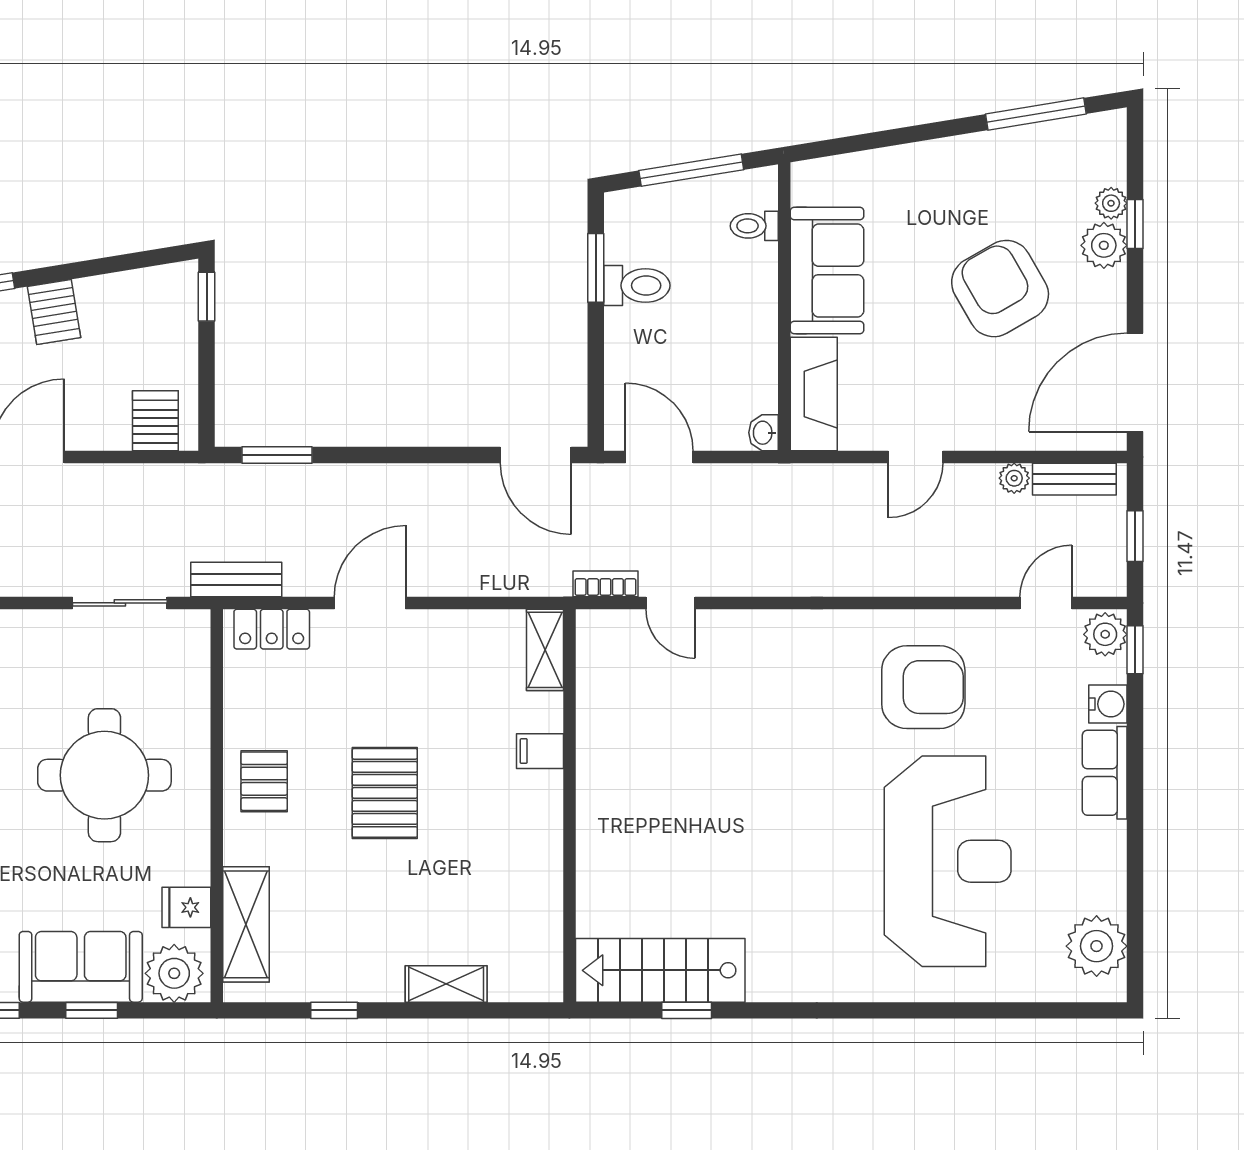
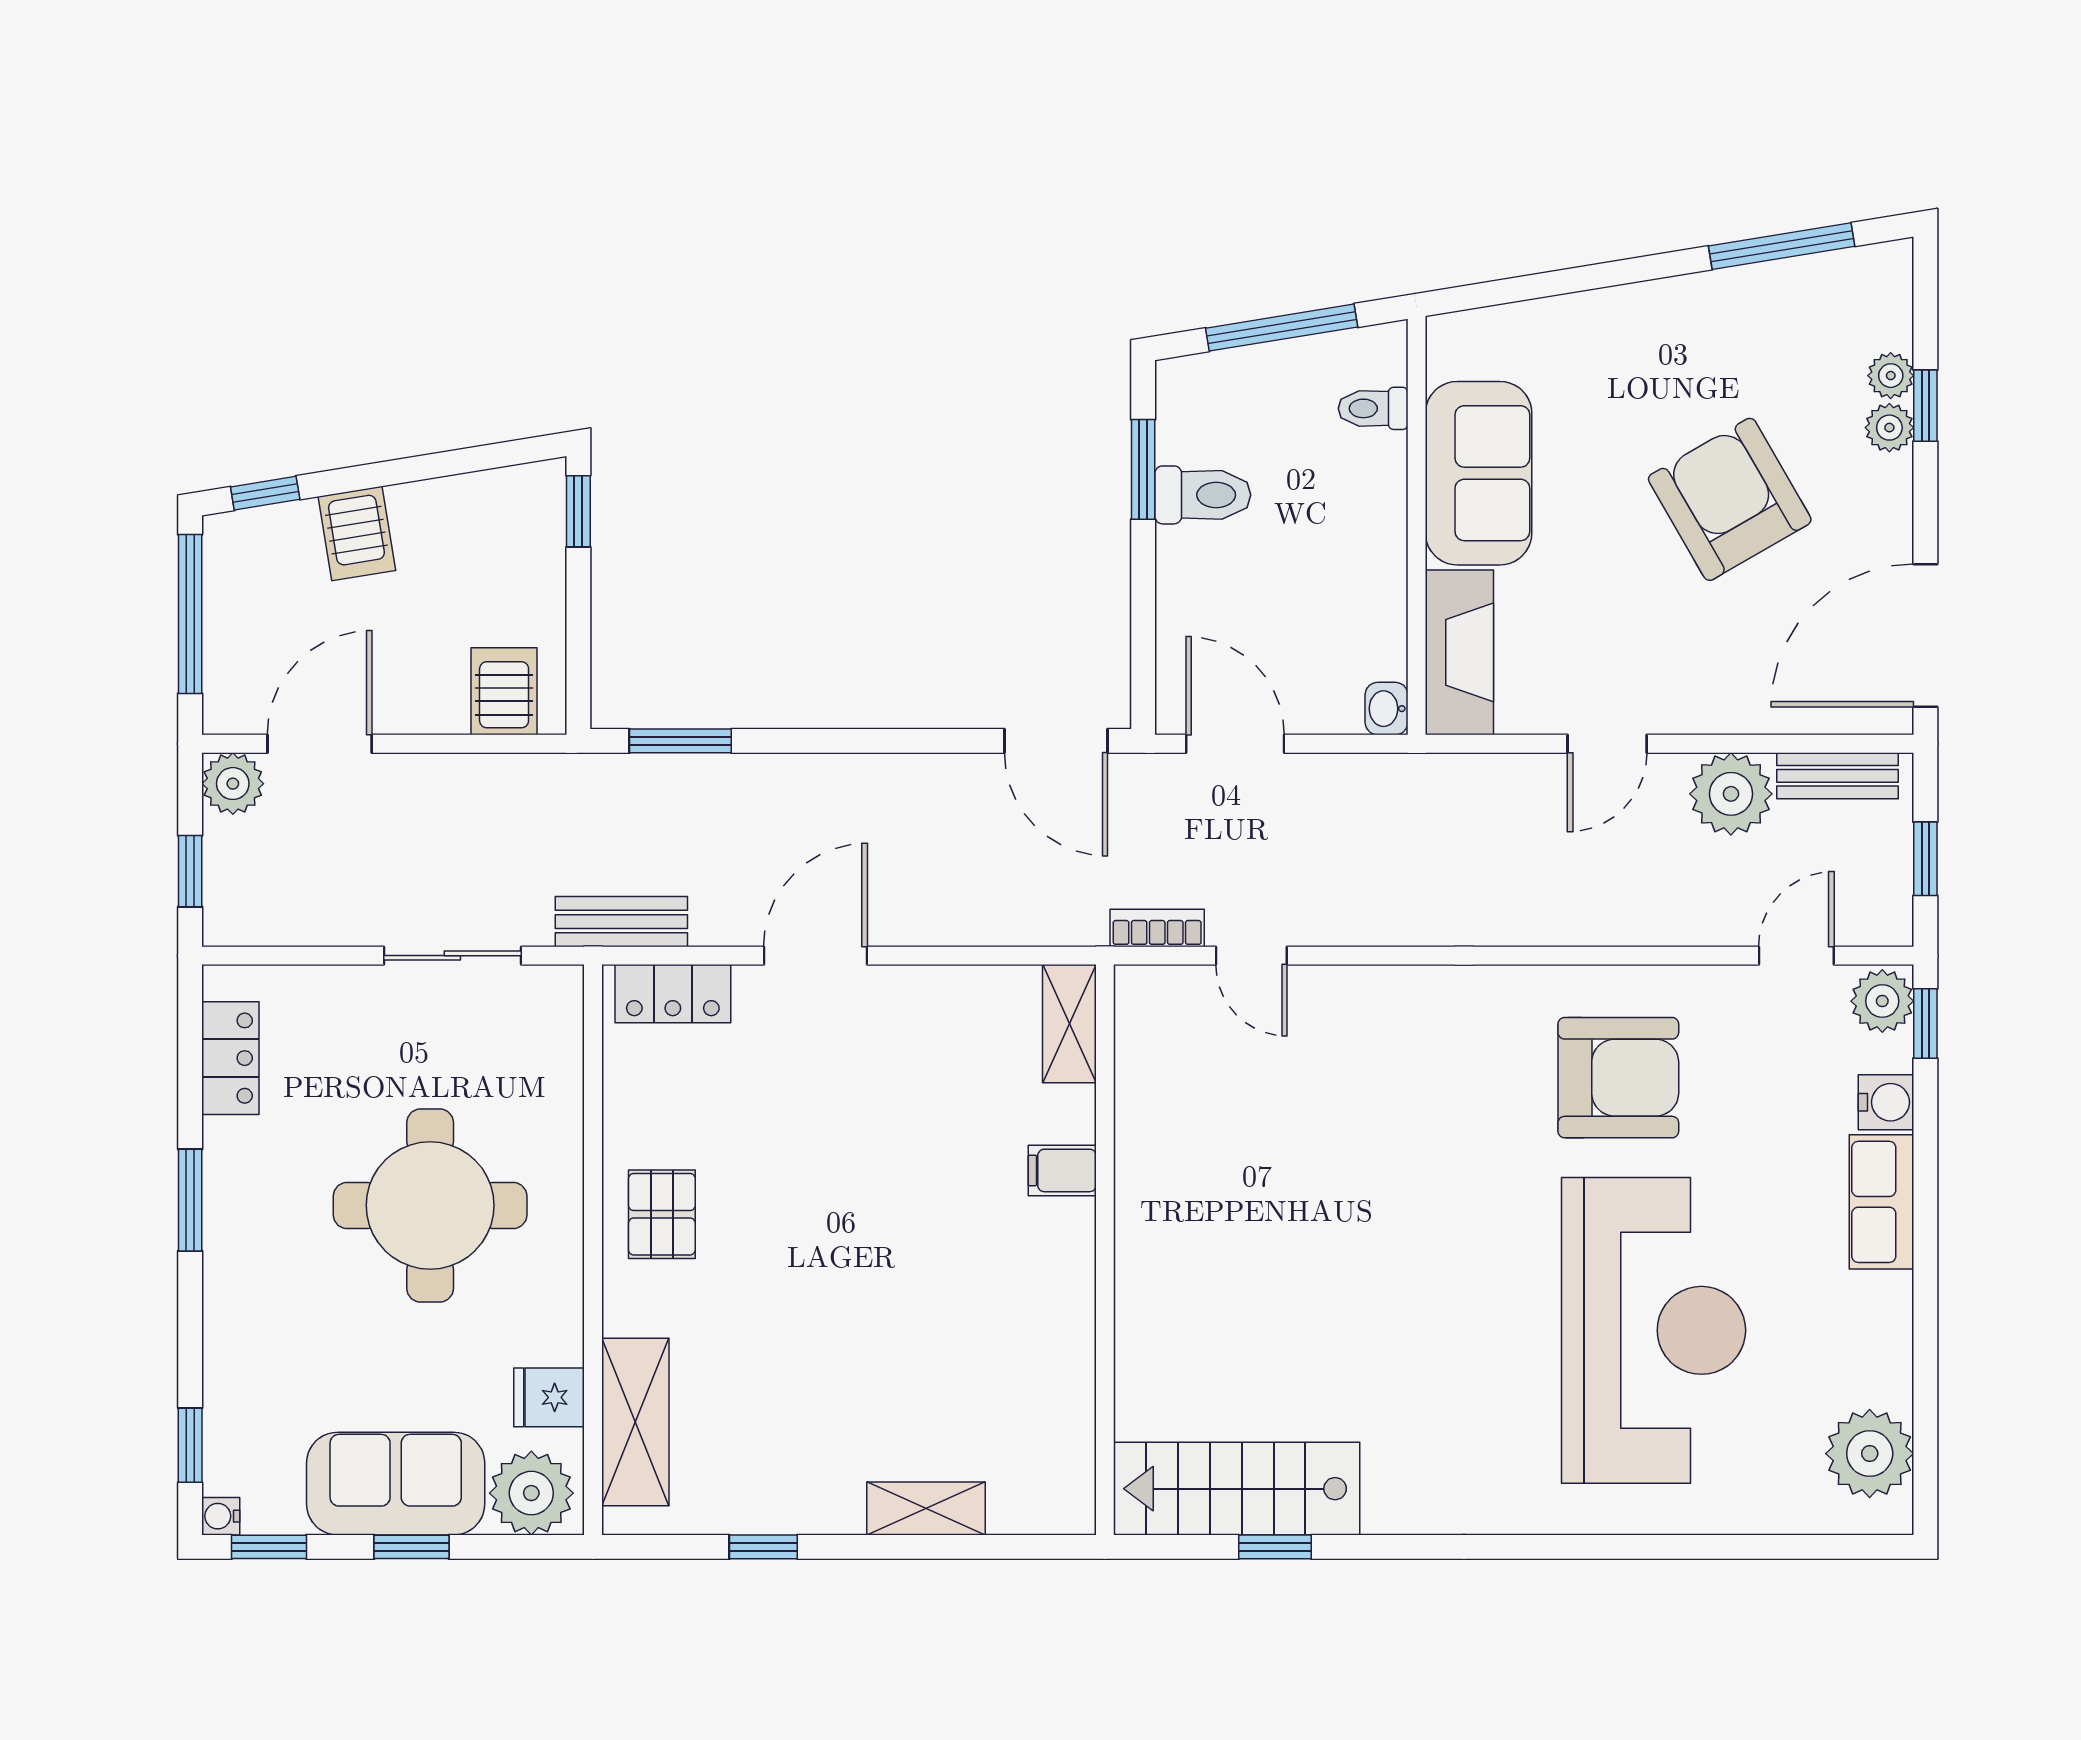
plant: (1104, 245) -> (1889, 428), width x0.73, depth x0.73
plant: (1014, 478) -> (1731, 794), width x1.88, depth x1.88
pallet: (385, 793) -> (837, 1231), removed

